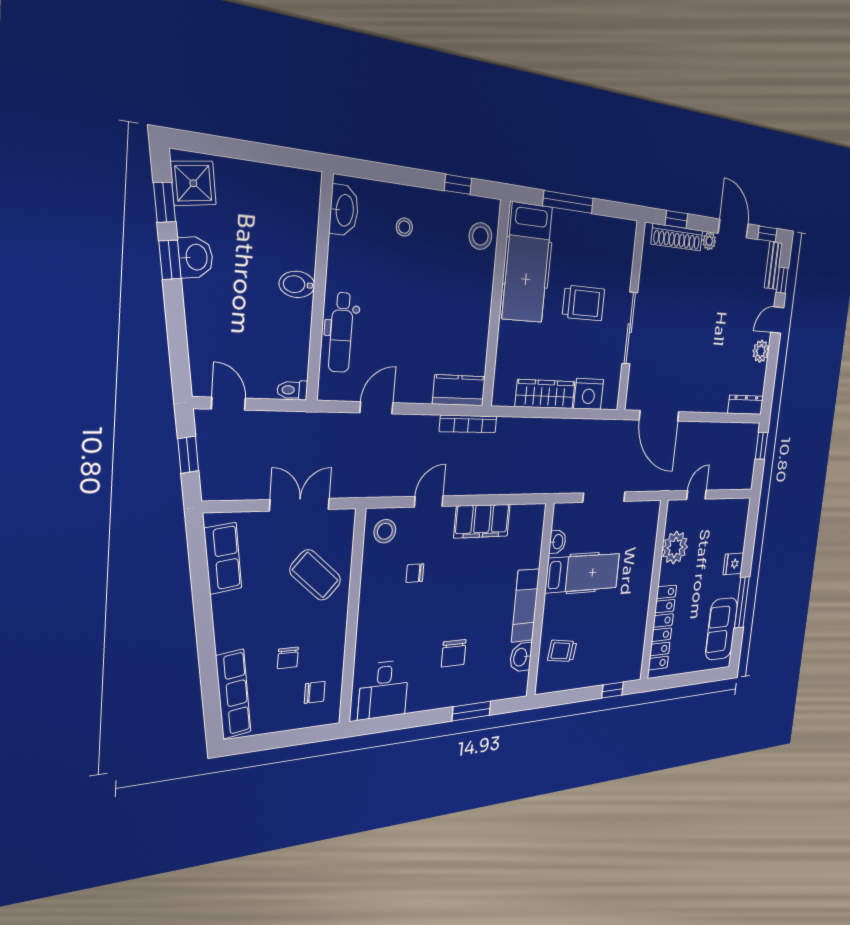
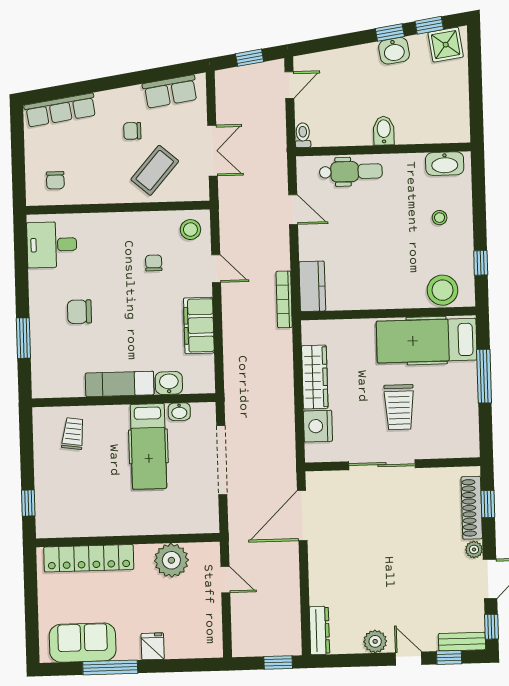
stool: (480, 236) -> (443, 290), width x1.38, depth x1.38
dental chair: (341, 332) -> (351, 172), turned 180
doorway: (604, 497) -> (222, 460), width x1.36
washbasin: (521, 657) -> (169, 383), moved
chair: (288, 658) -> (132, 131), moved

